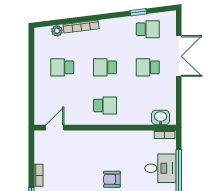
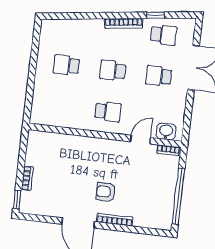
bookcase: (81, 27) -> (124, 23), moved
plant: (57, 31) -> (66, 25), removed
door: (55, 128) -> (141, 140), moved
desk: (160, 168) -> (160, 186), removed

